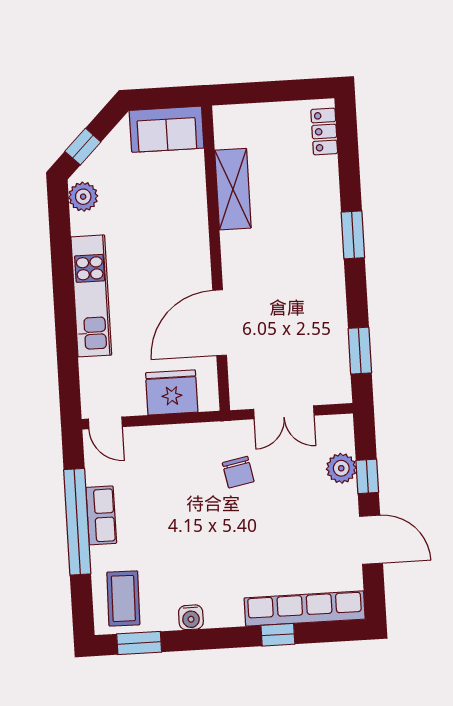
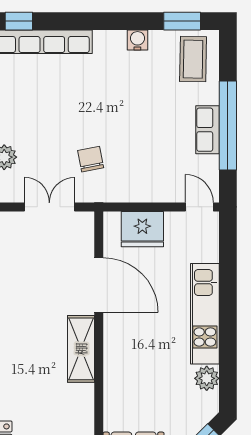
shelving: (233, 189) -> (81, 349), moved
plant: (83, 197) -> (207, 378), moved
door: (220, 323) -> (99, 285), hinge flipped
window: (278, 635) -> (19, 21), moved

